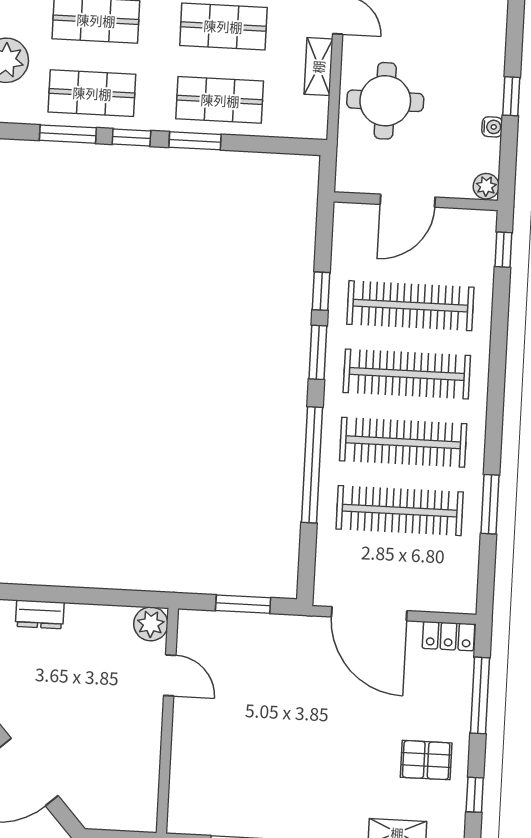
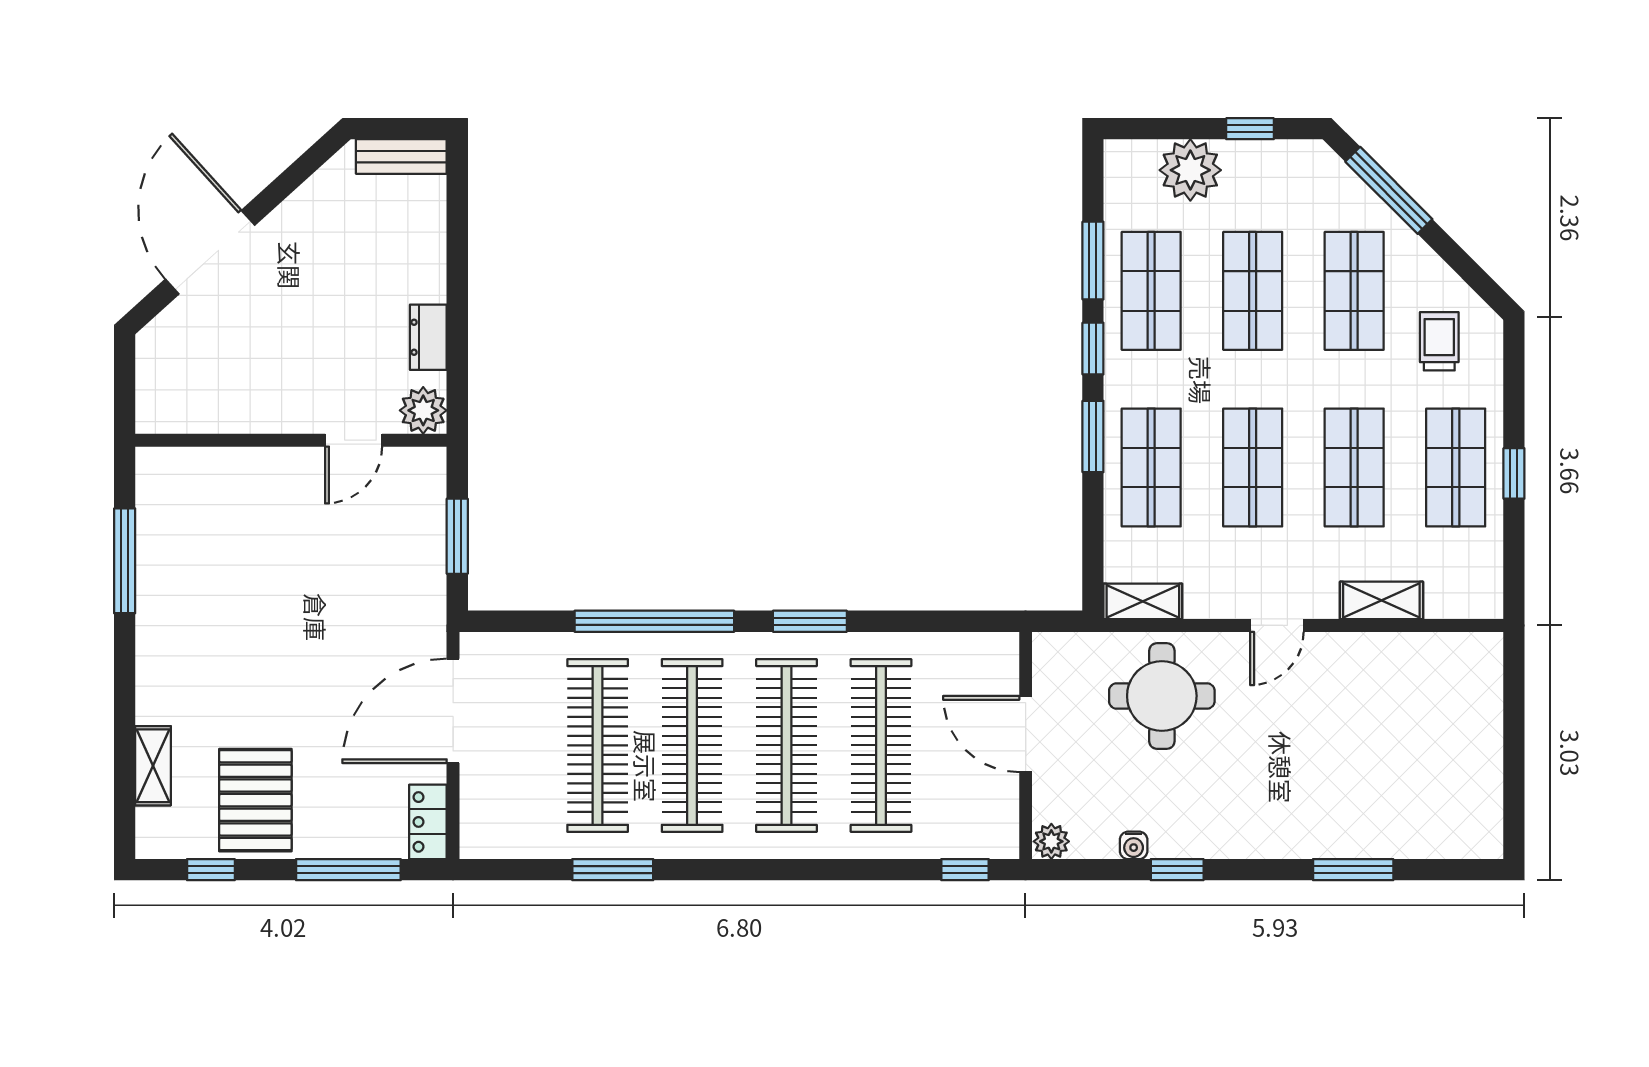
shelving: (318, 67) -> (1143, 601), moved
window: (321, 291) -> (895, 621), removed
dresser: (40, 614) -> (428, 337), moved
pallet: (426, 760) -> (255, 800), width x1.50, depth x1.42

